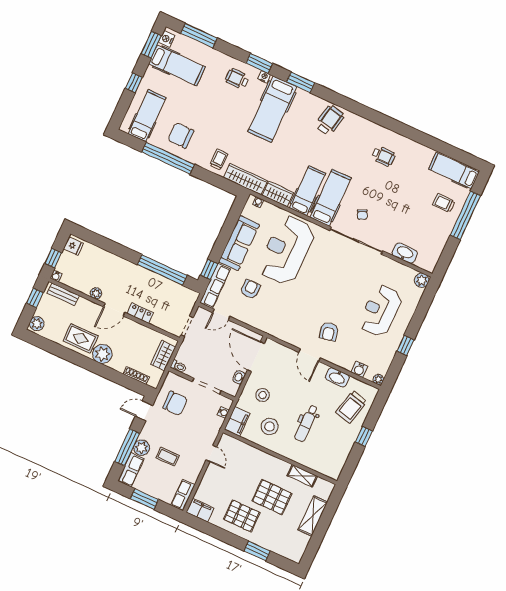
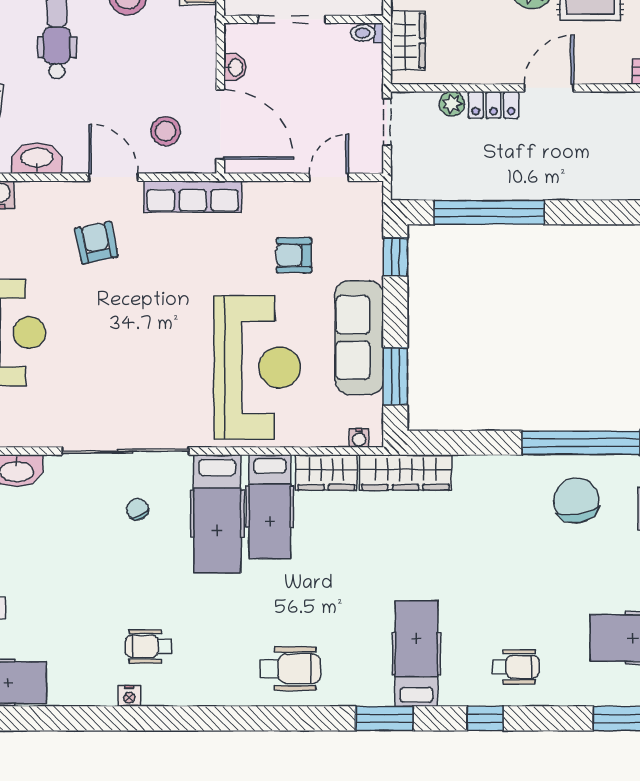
window: (259, 63) -> (485, 718), width x0.67
nightstand: (264, 77) -> (129, 696), moved
hospital bed: (272, 109) -> (416, 654), width x0.73, depth x0.78
wheelchair: (330, 120) -> (290, 669), turned -102
chair: (181, 135) -> (576, 500), turned -99
trolley: (219, 160) -> (477, 487), removed
window: (232, 220) -> (395, 376), added
row of seats: (215, 286) -> (193, 197), moved, turned -90
armchair: (250, 289) -> (294, 255), turned 90
plant: (96, 293) -> (452, 104), moved
stool: (263, 395) -> (166, 131), moved

